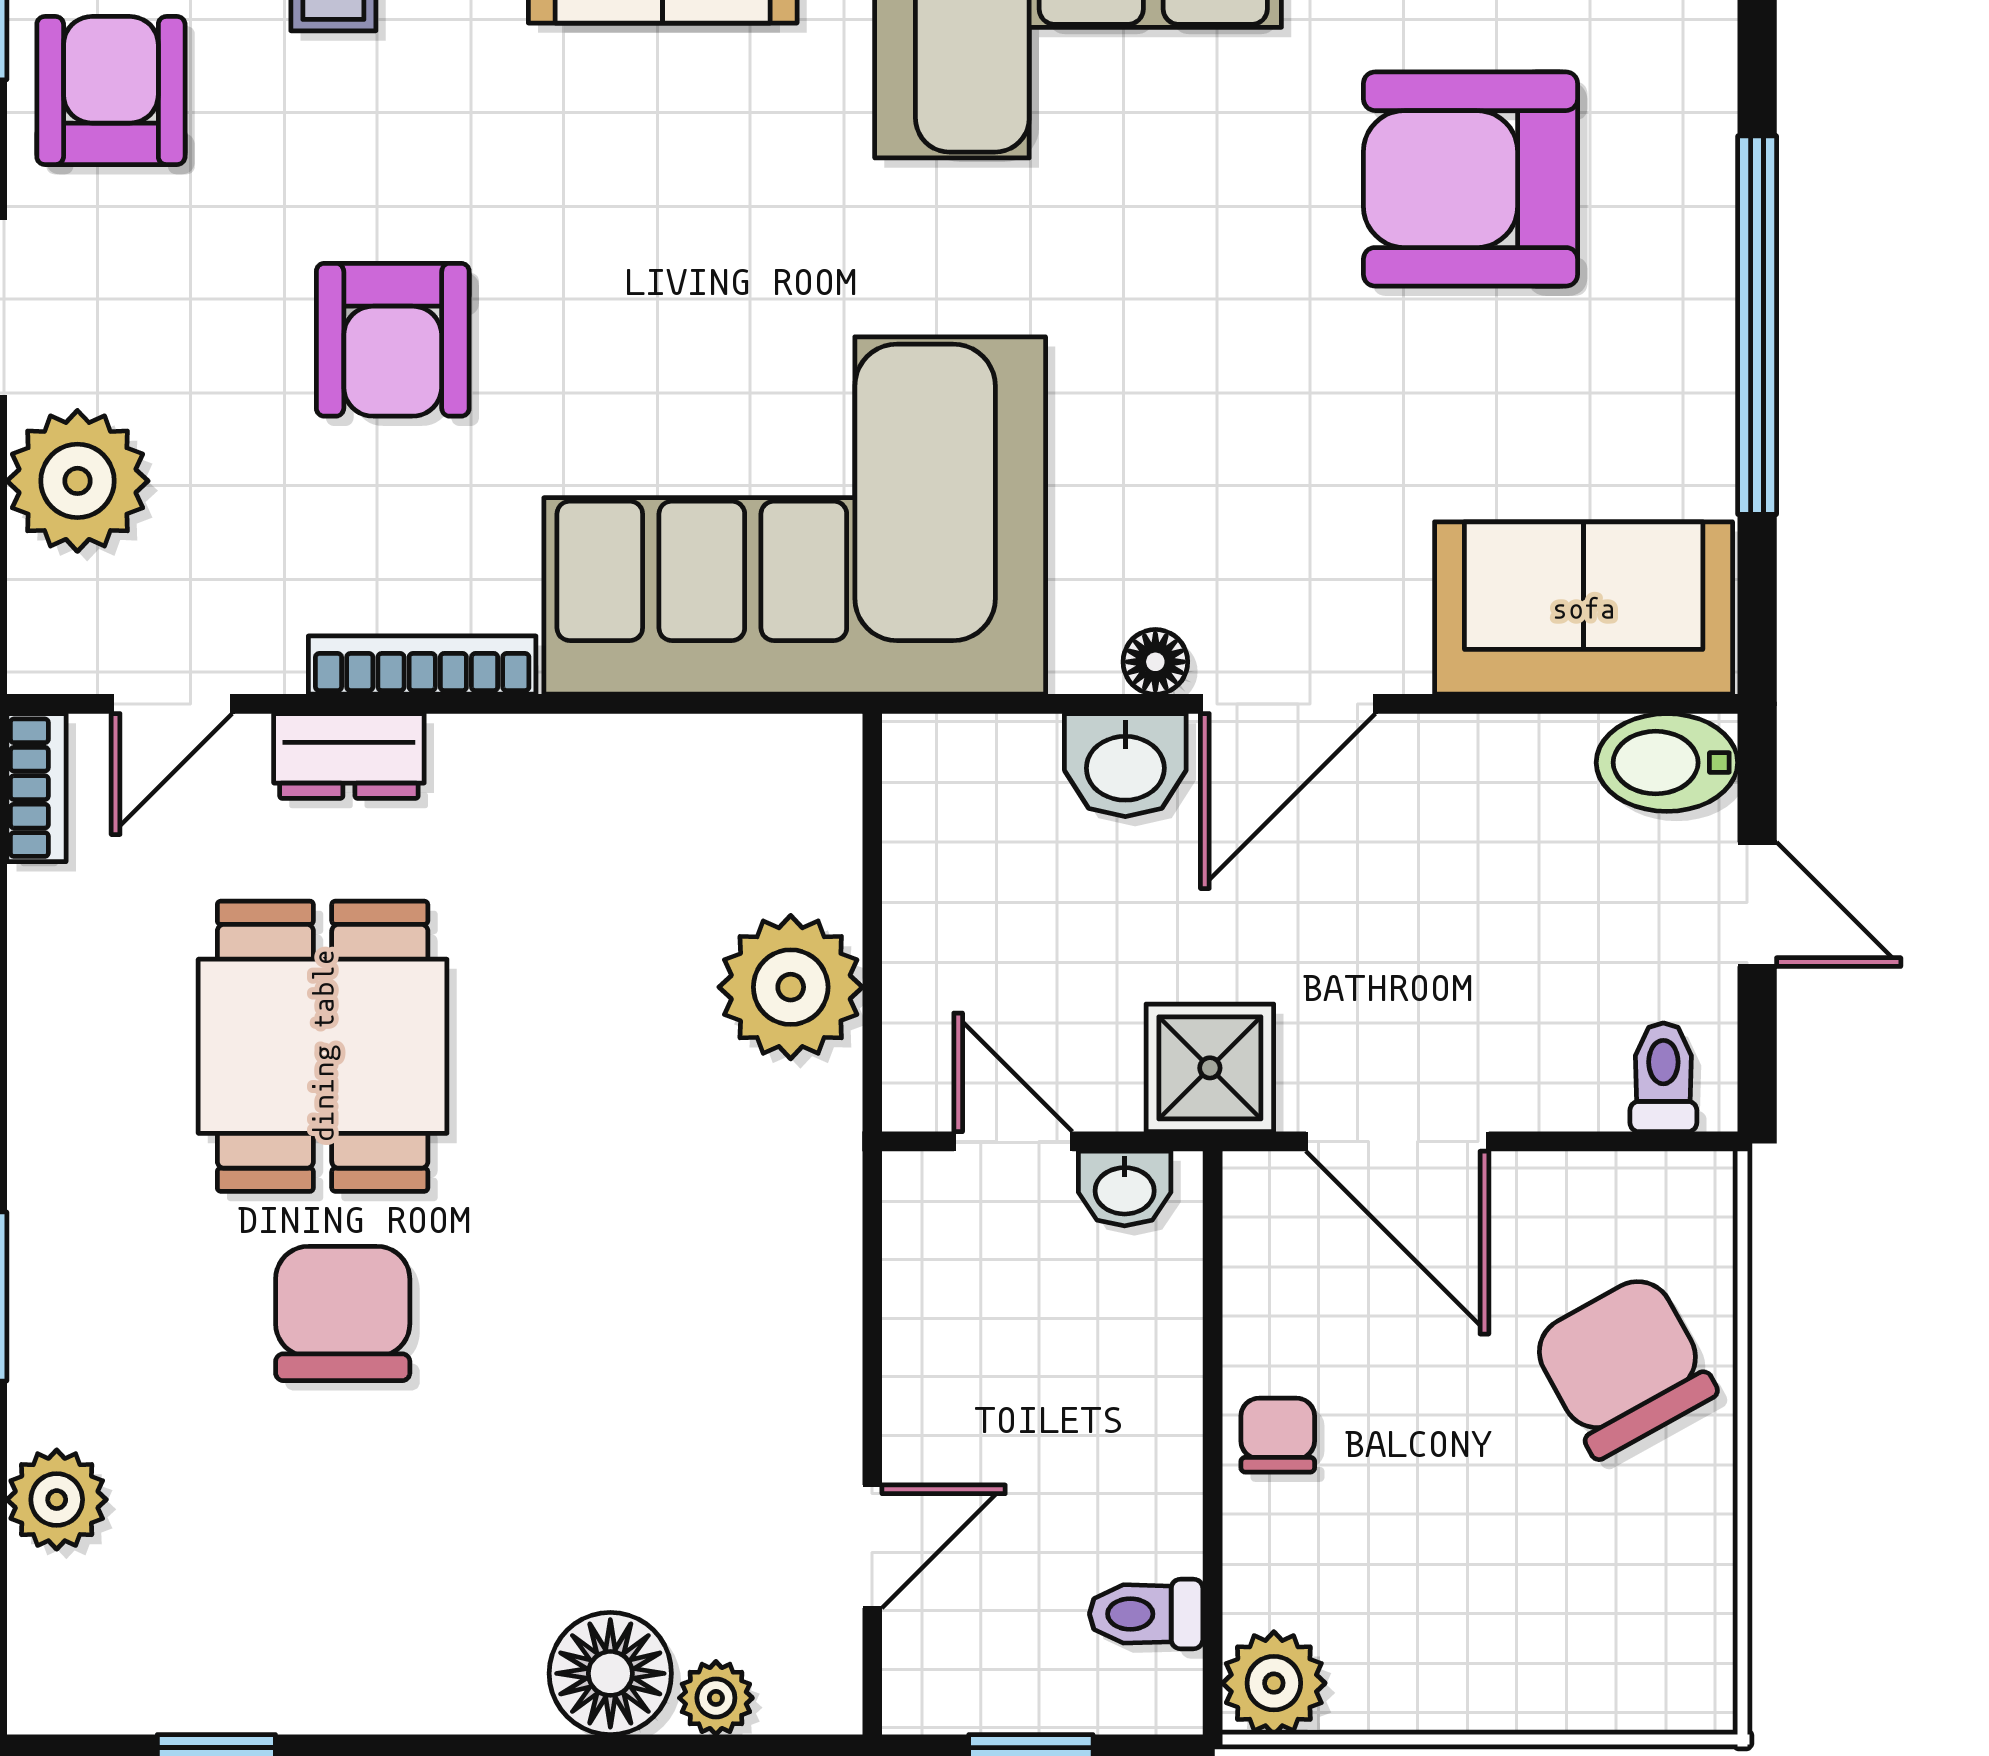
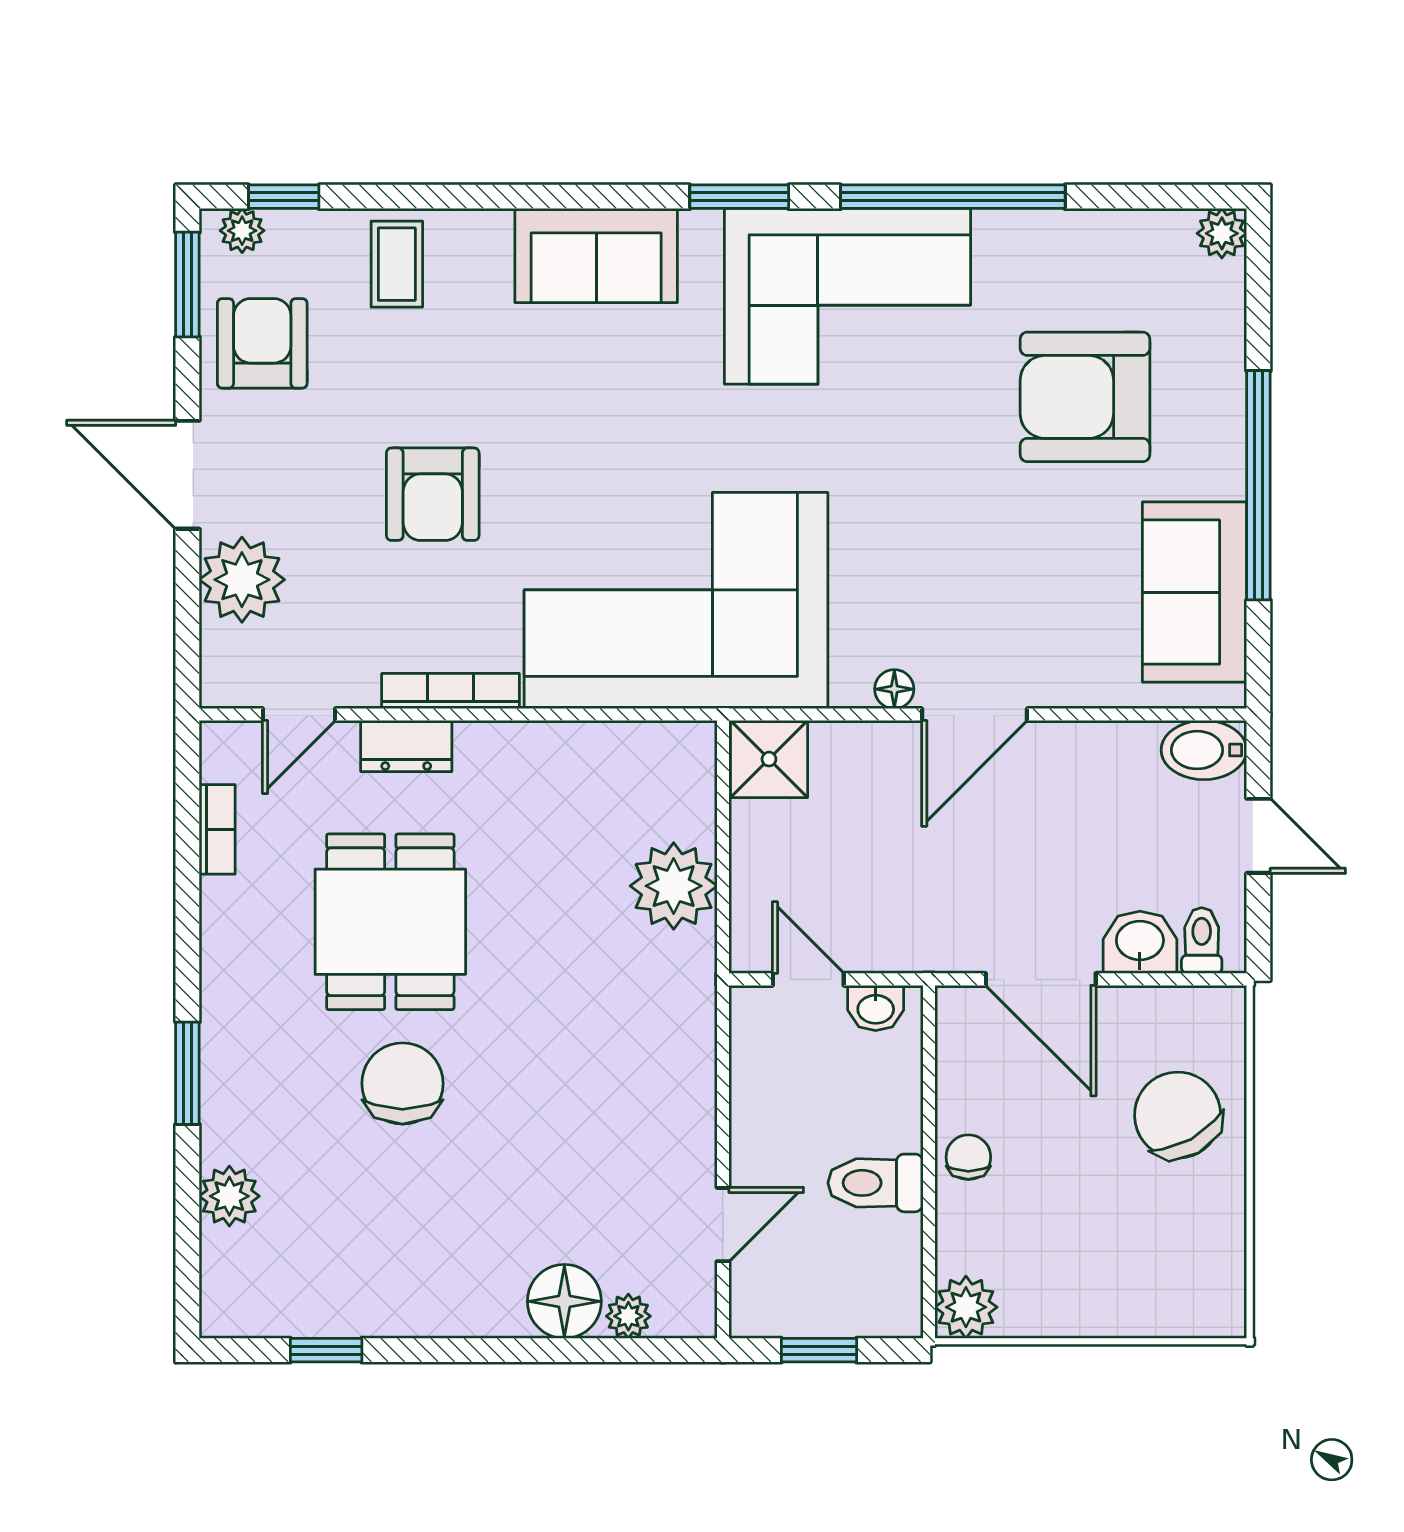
sofa: (1584, 608) -> (1195, 592), moved, turned -90
washbasin: (1125, 765) -> (1140, 942), moved, turned 180
bookcase: (36, 788) -> (217, 829), moved
shower: (1210, 1068) -> (769, 759), moved
toilet: (1146, 1614) -> (875, 1183), moved, width x1.37, depth x1.39

